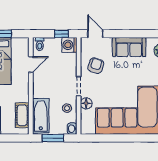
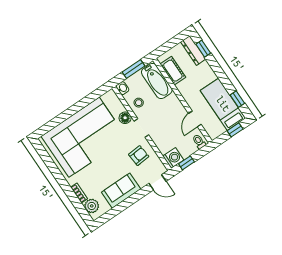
armchair: (96, 66) -> (139, 156), turned -112

